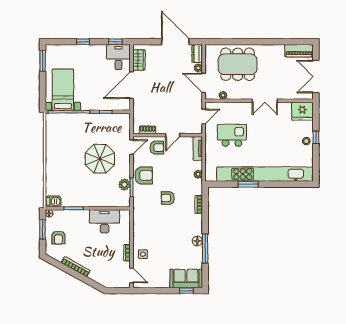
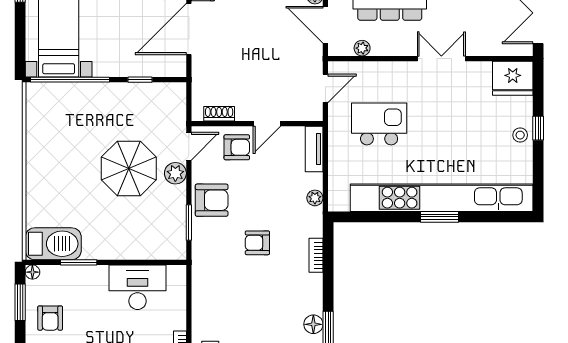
double door: (265, 101) -> (441, 59), swing flipped
window: (248, 184) -> (440, 217), moved
plant: (124, 185) -> (175, 173), moved
barbecue: (53, 201) -> (53, 244), width x1.88, depth x1.53

